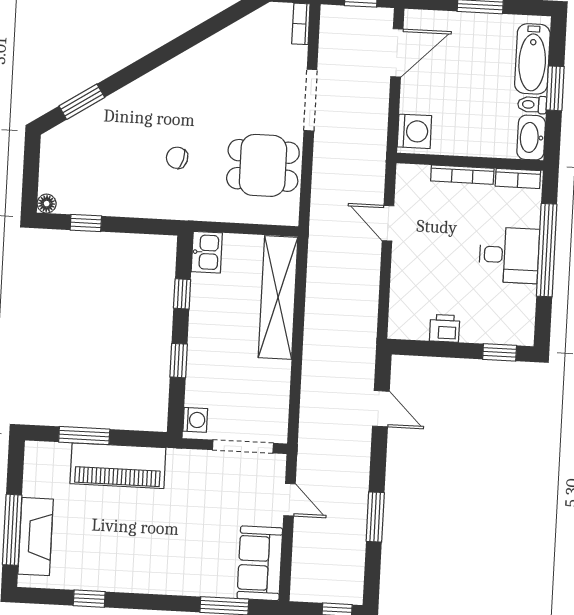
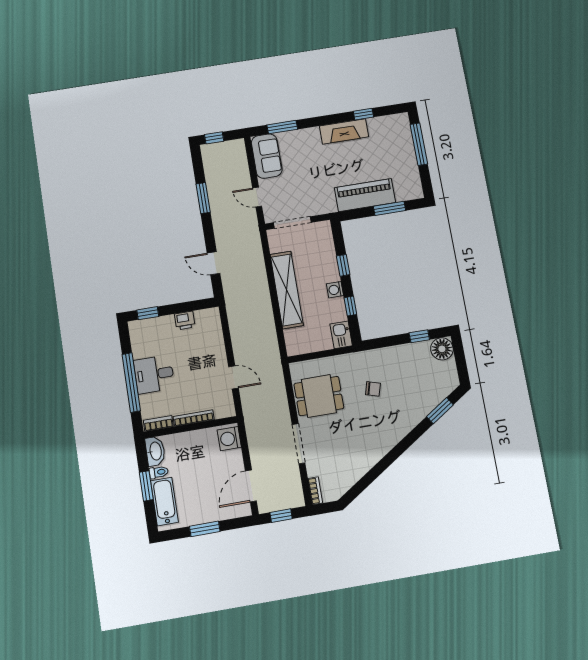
floor lamp: (47, 204) -> (442, 349), width x1.89, depth x1.89
shelving: (278, 297) -> (287, 290), moved
washing machine: (195, 420) -> (335, 290), moved
fireplace: (36, 537) -> (344, 131), moved, turned -90

